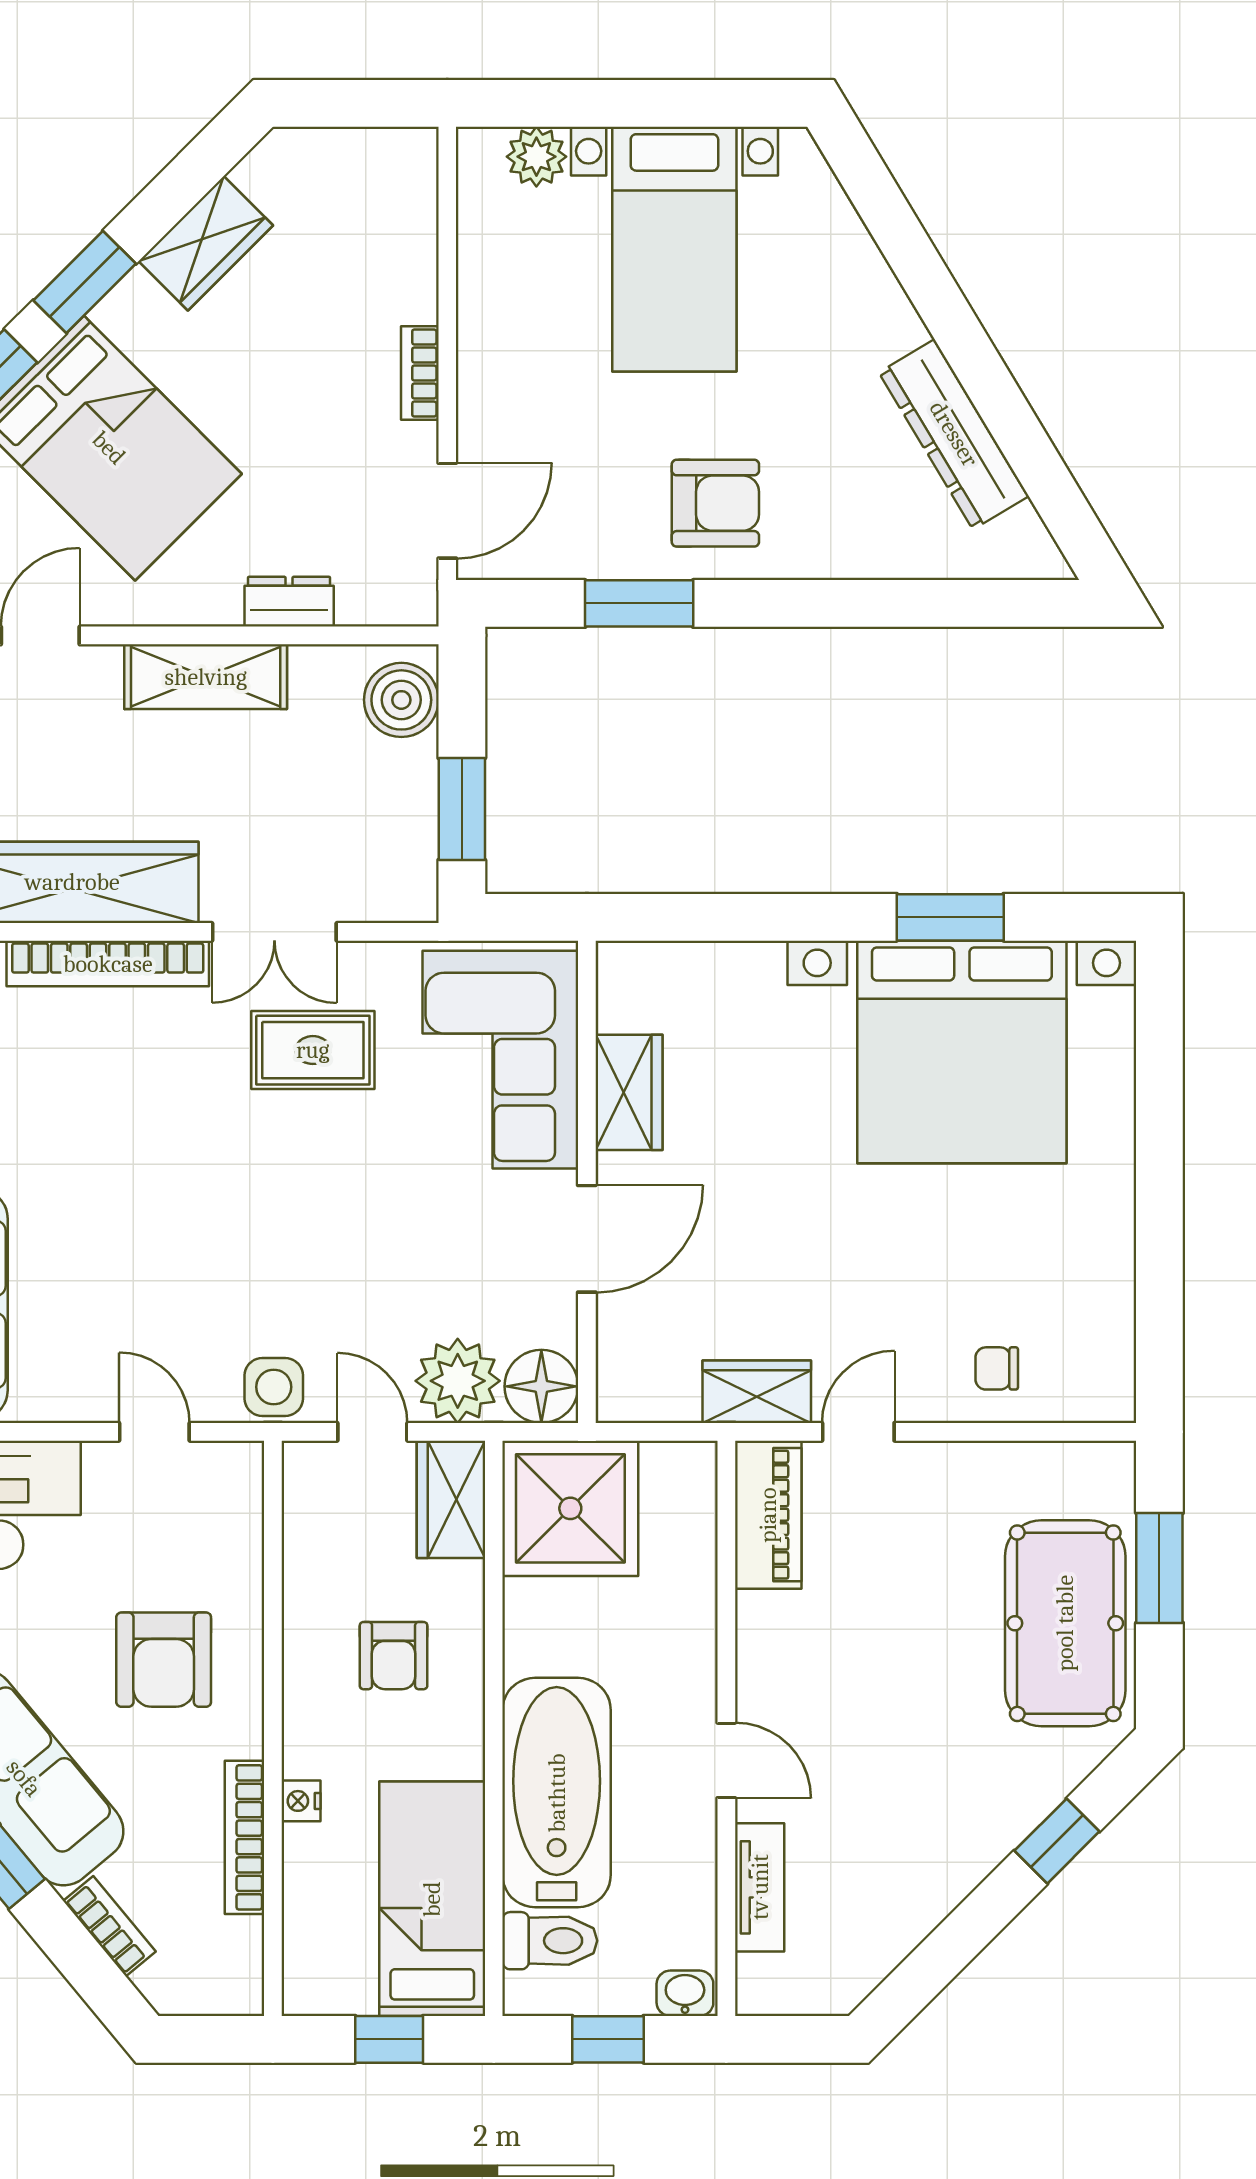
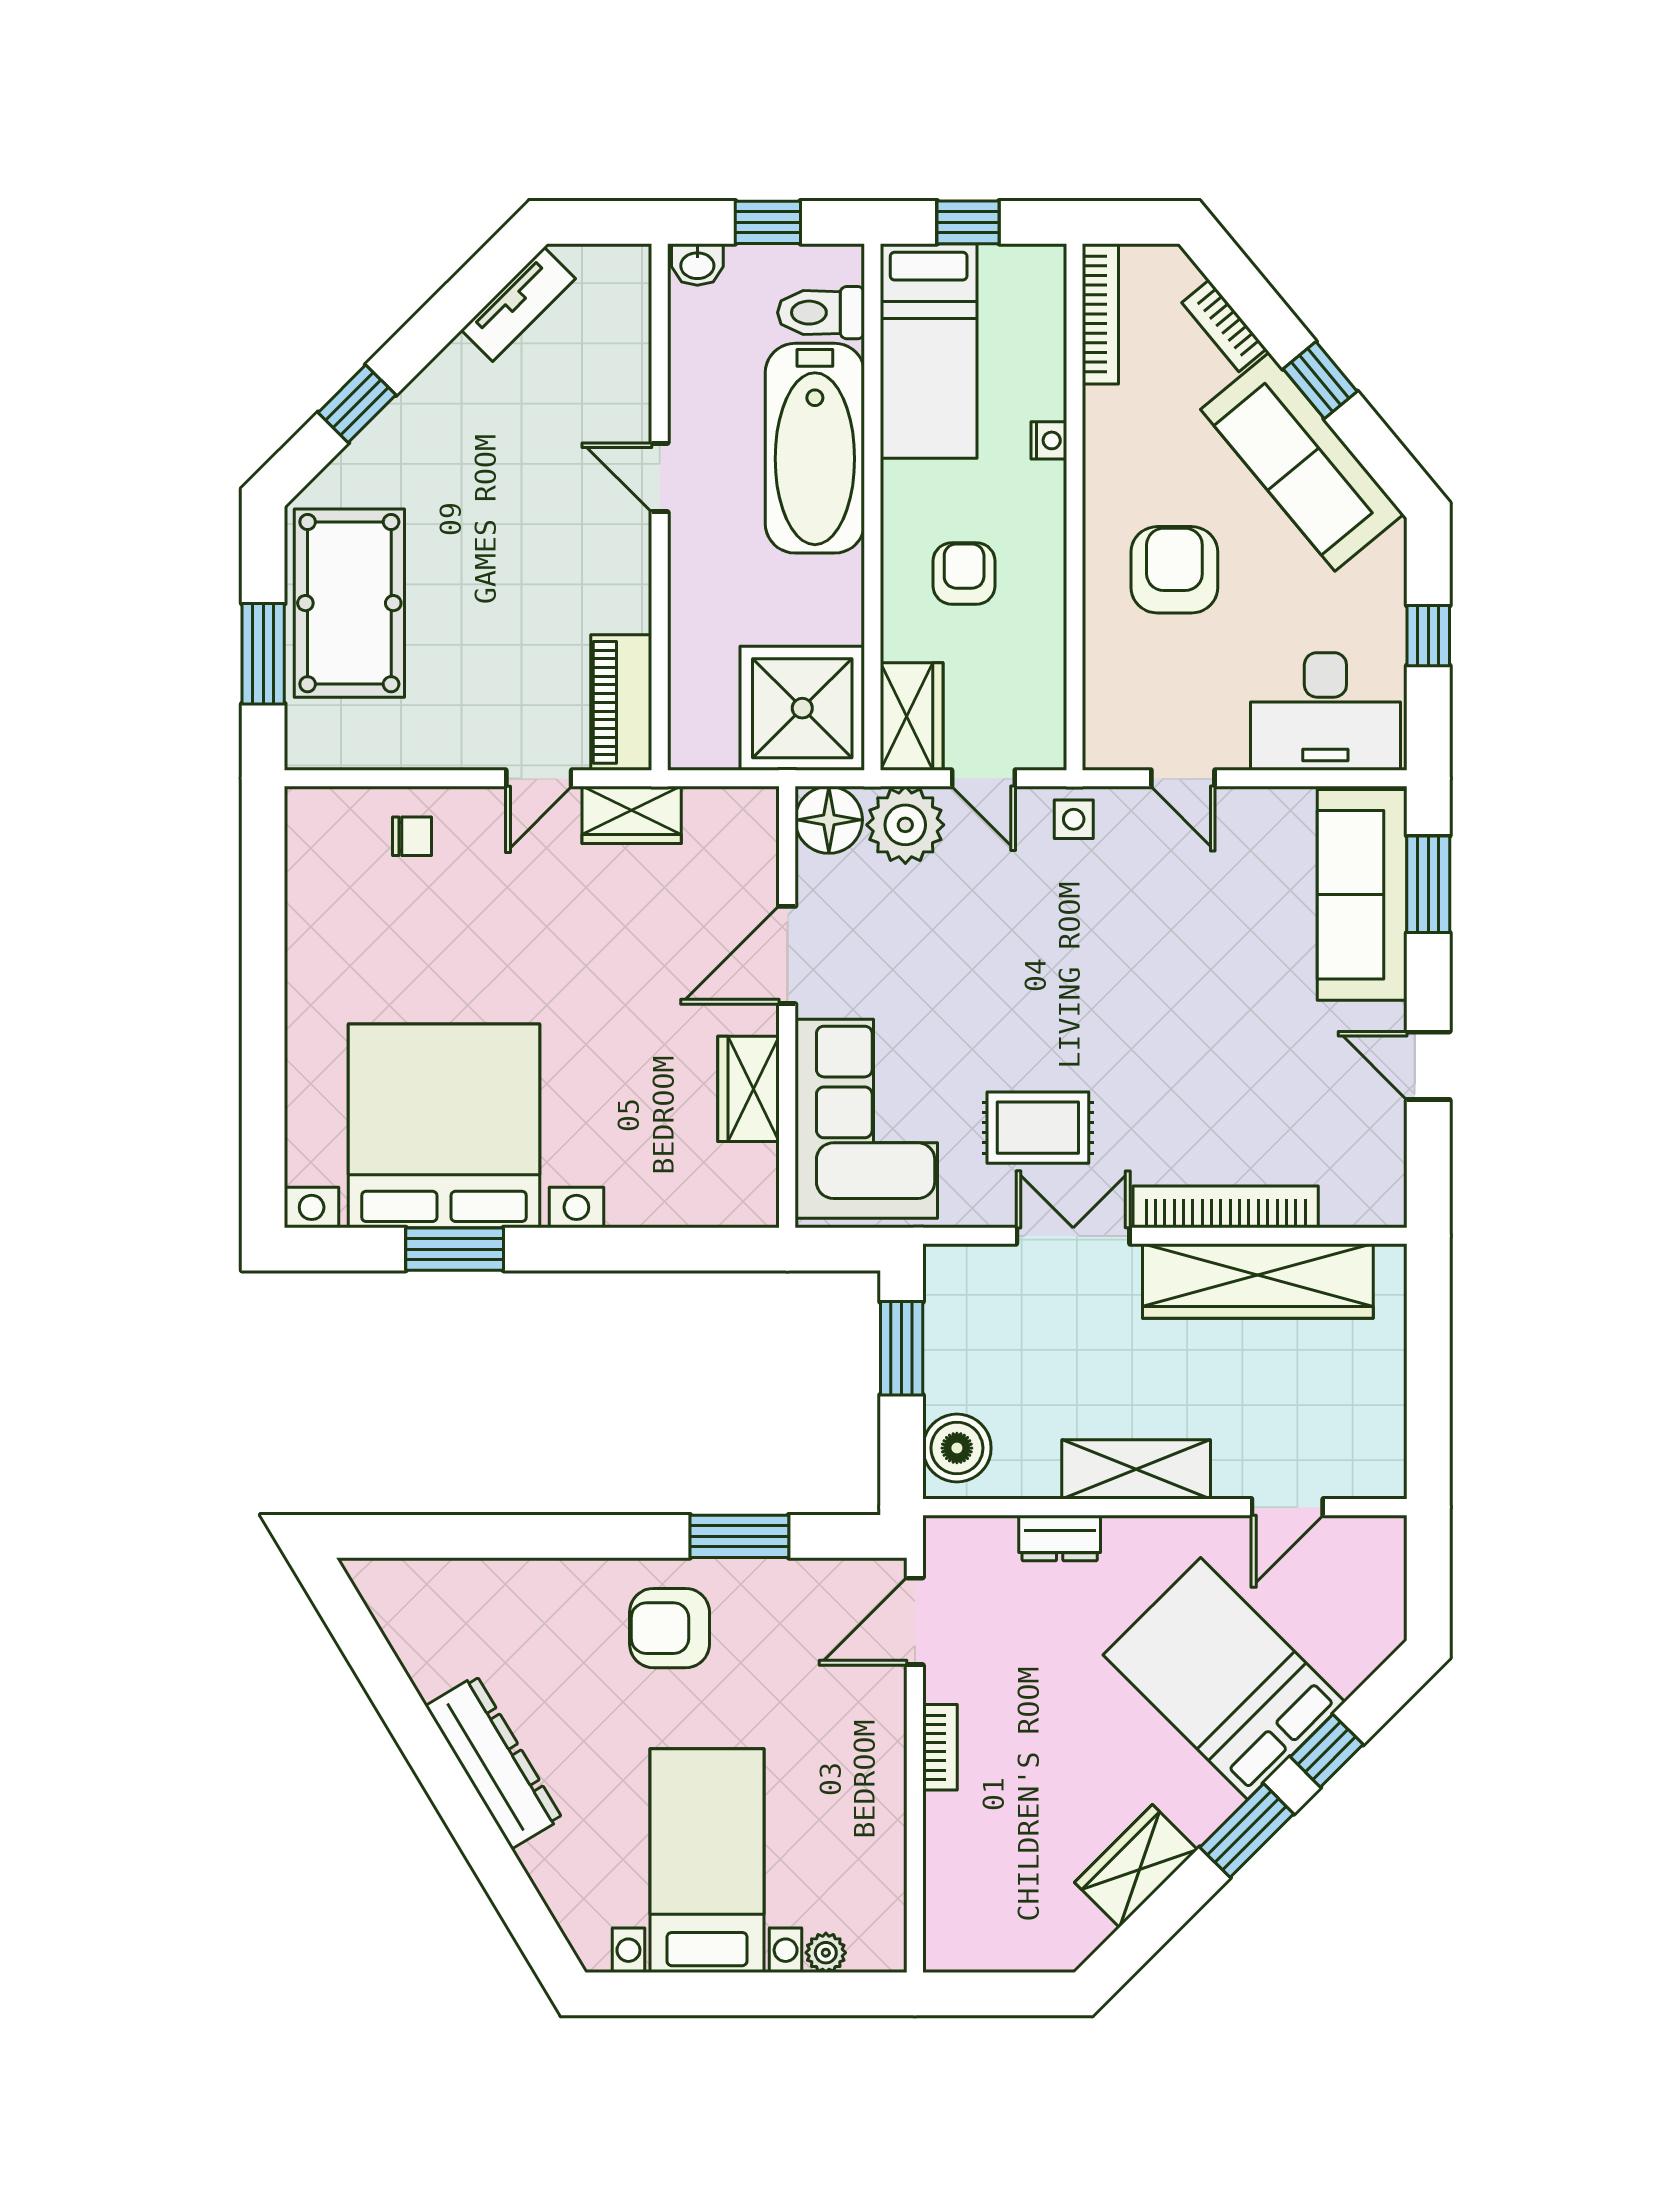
plant: (536, 157) -> (826, 1953), width x0.73, depth x0.73
dresser: (954, 434) -> (494, 1762), moved
side table: (274, 1387) -> (1074, 819), width x0.73, depth x0.73
bookcase: (245, 1837) -> (1100, 314), moved
tv unit: (760, 1887) -> (518, 304), moved, turned -135

